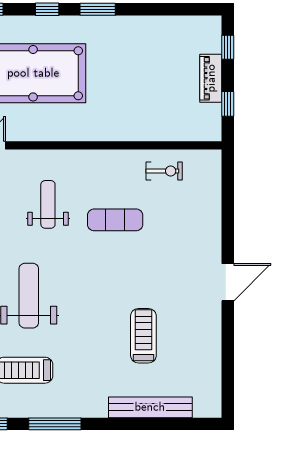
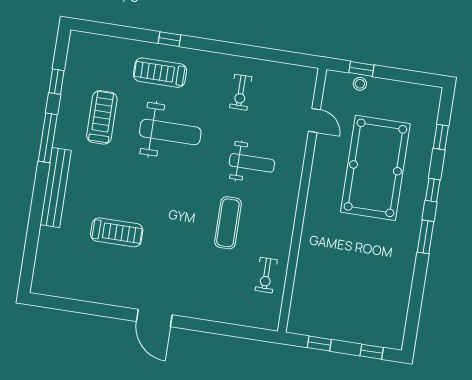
piano: (211, 78) -> (345, 332), removed
bench: (150, 407) -> (56, 188), moved

